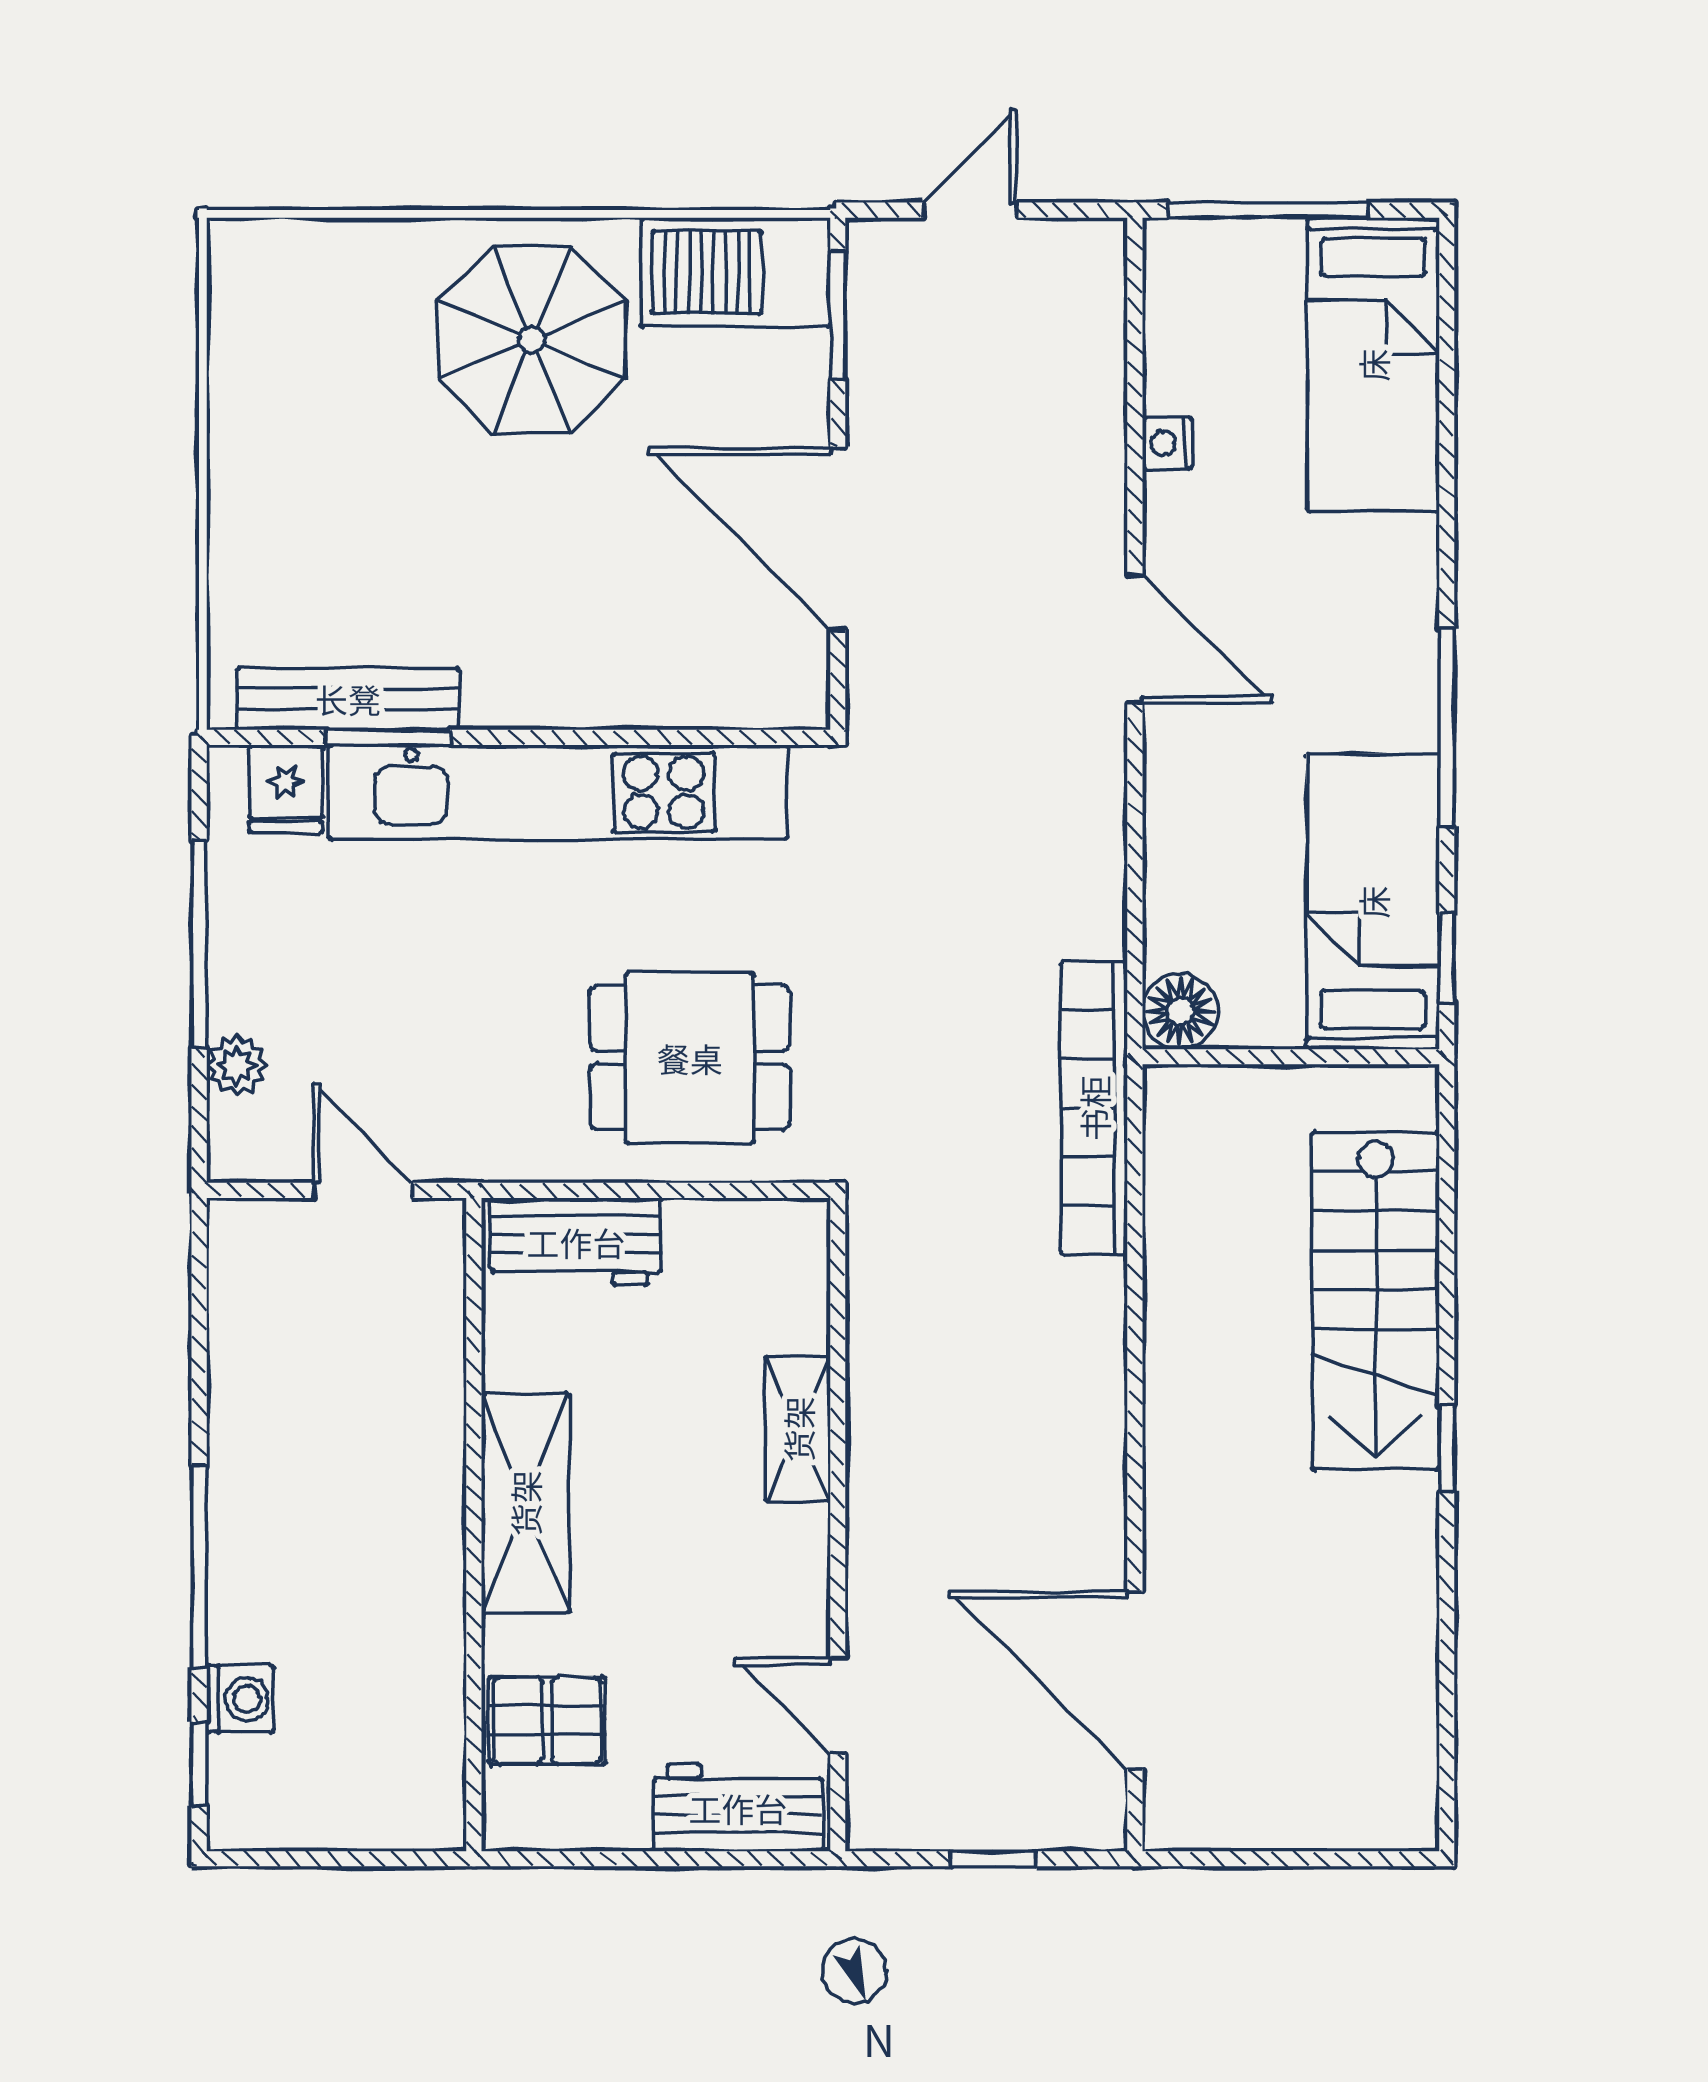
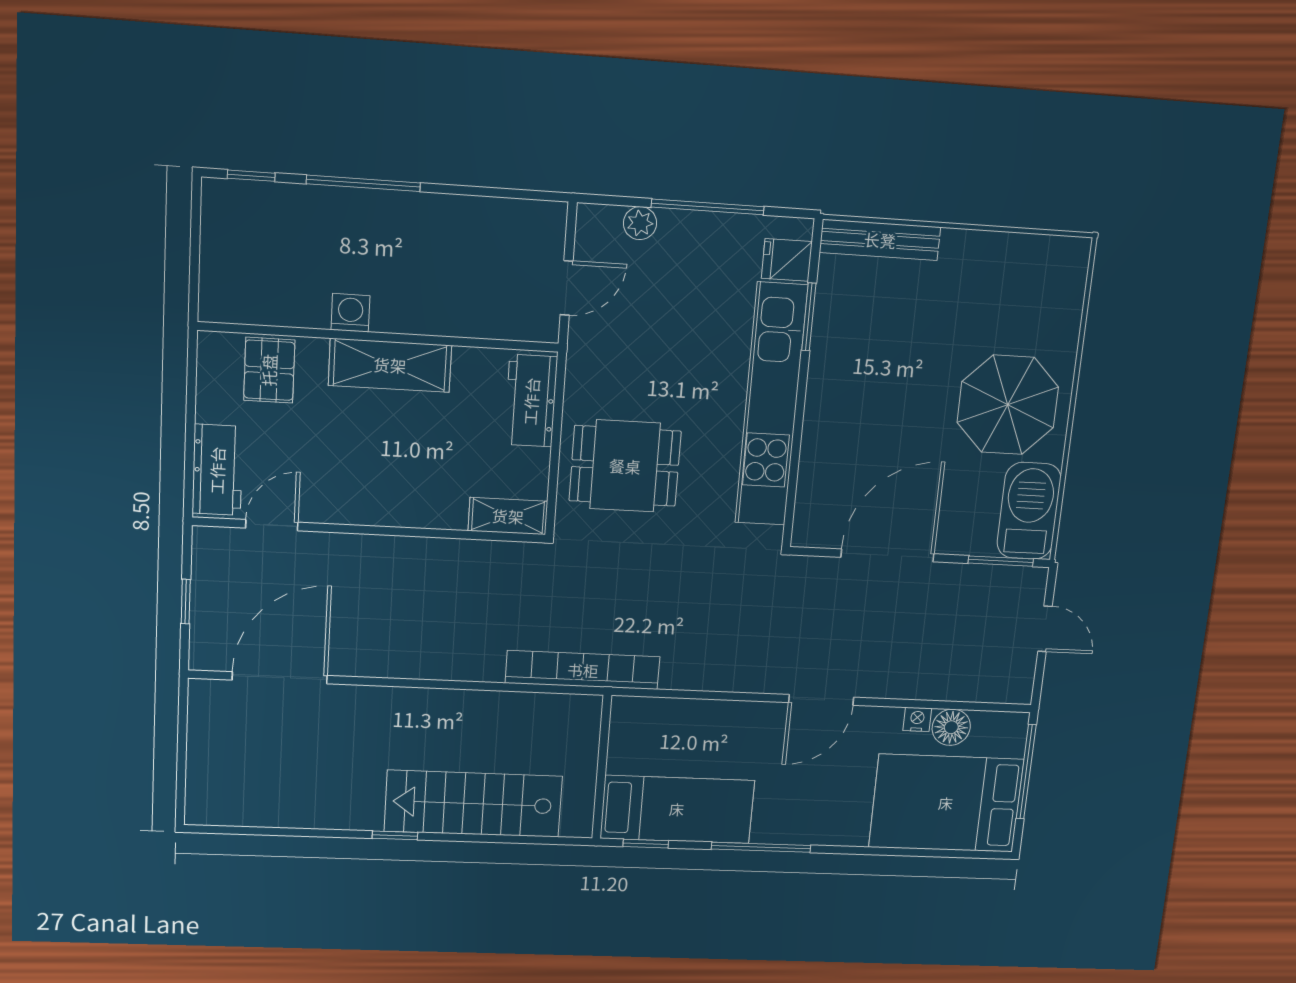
bed: (1373, 365) -> (946, 803), width x1.50
bench: (348, 699) -> (880, 240), moved, turned 90
floor lamp: (1180, 1011) -> (951, 727), moved
dining table: (690, 1058) -> (625, 466), turned 90
shelving: (798, 1429) -> (508, 516), moved
washing machine: (240, 1699) -> (351, 313), moved, turned 180

